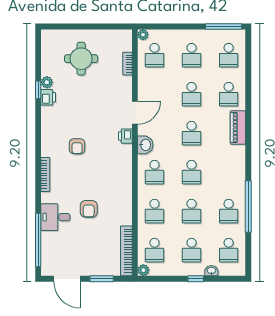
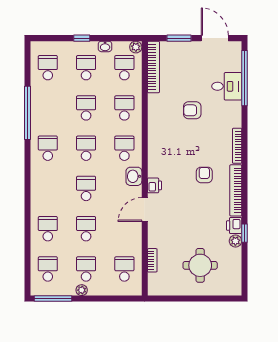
plant: (143, 35) -> (82, 290), moved
piano: (238, 127) -> (38, 194), removed
bookcase: (47, 131) -> (236, 190), added
armchair: (89, 209) -> (192, 110), turned -90
school desk: (229, 211) -> (48, 148), moved
desk: (55, 217) -> (227, 86), moved
washbasin: (211, 271) -> (105, 46), moved

